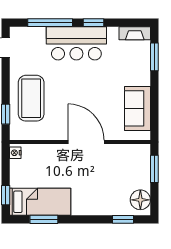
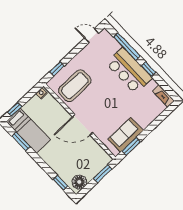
window: (154, 57) -> (131, 146), moved
coffee table: (31, 98) -> (75, 86), moved
door: (86, 142) -> (83, 125), swing flipped

